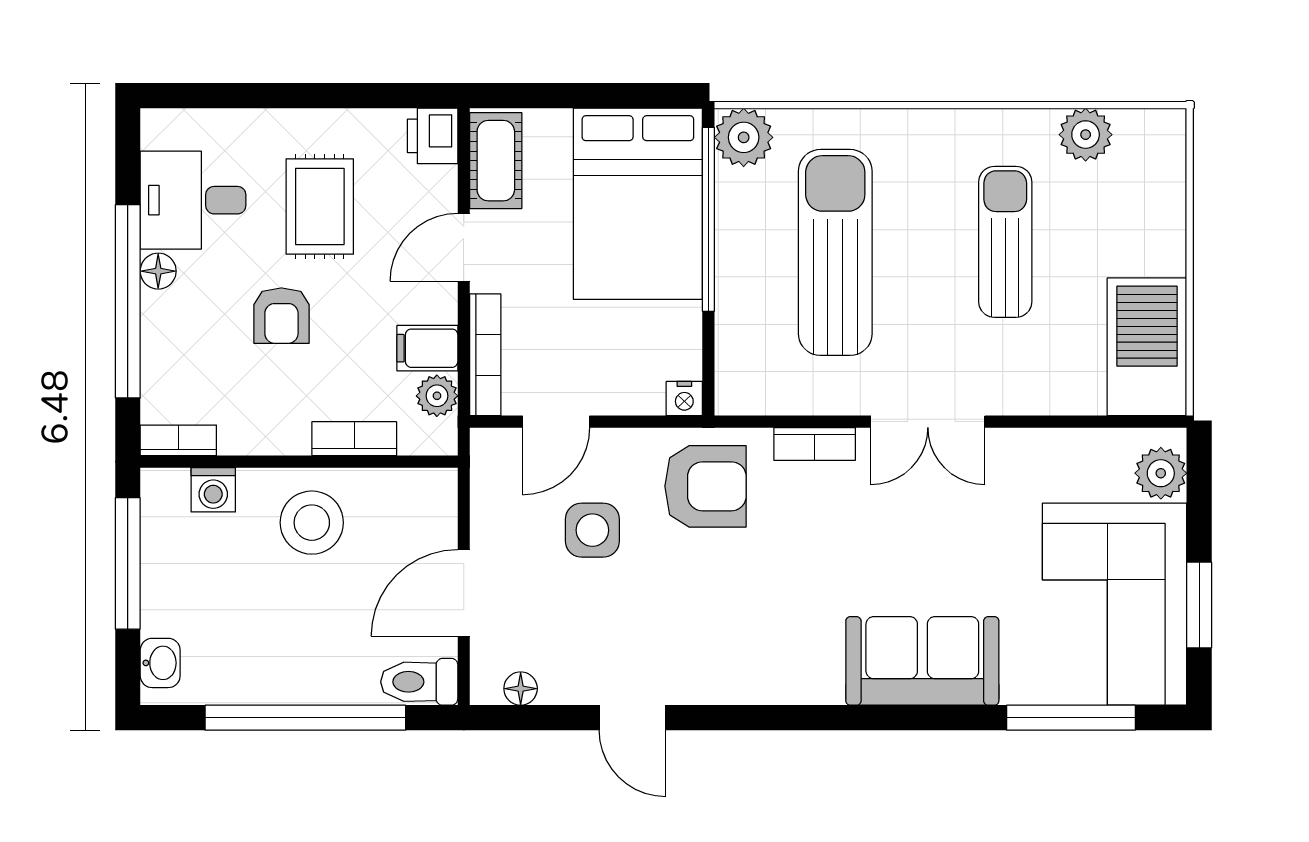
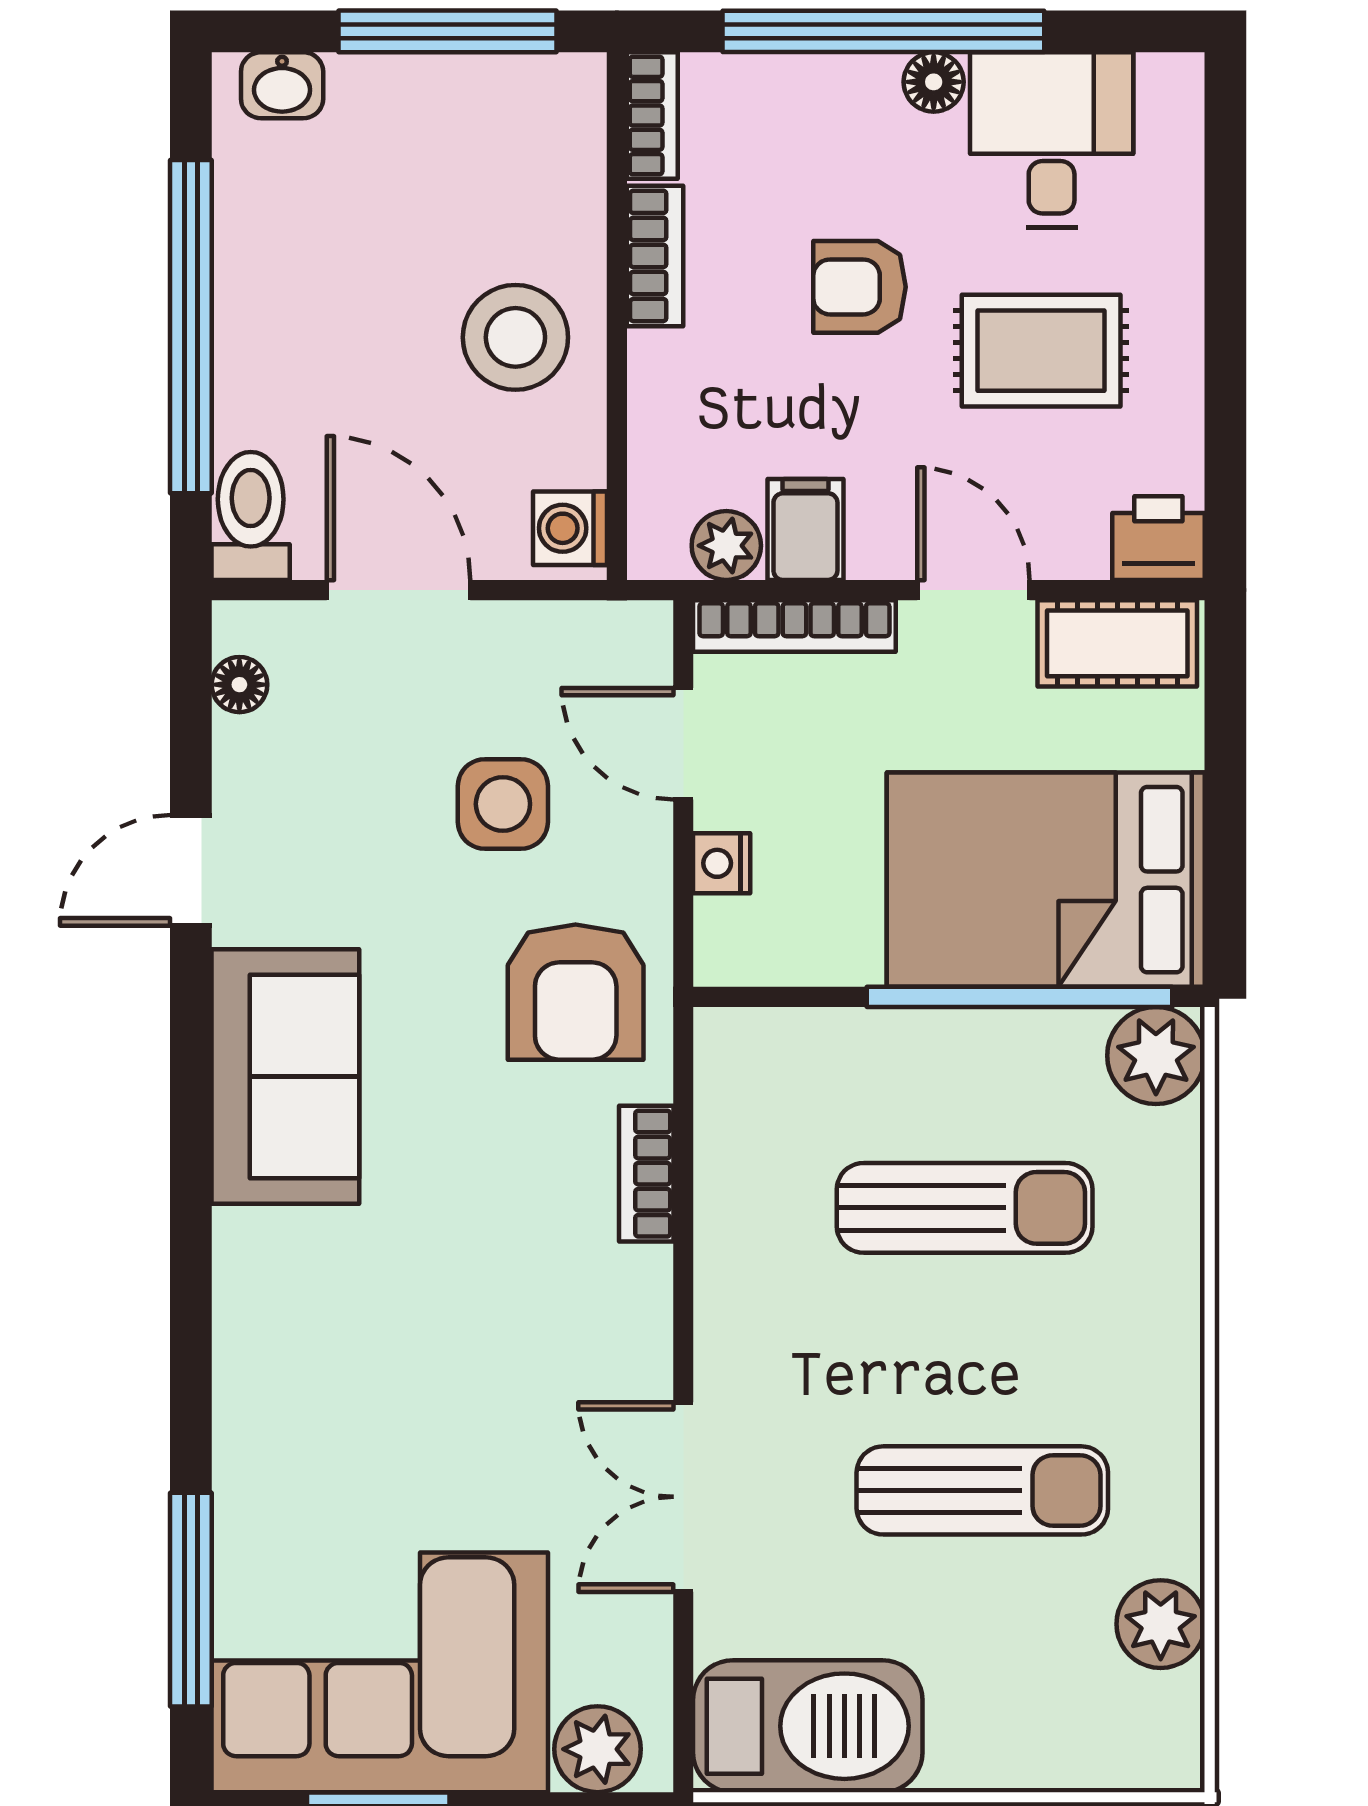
sun lounger: (835, 252) -> (965, 1208), width x0.73, depth x0.75
nightstand: (684, 399) -> (722, 863), moved
double door: (928, 422) -> (683, 1497), moved
bookcase: (354, 439) -> (655, 256), moved
washing machine: (213, 490) -> (570, 528), moved
sofa: (922, 661) -> (285, 1077), moved

